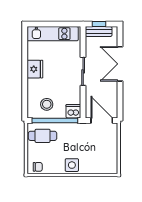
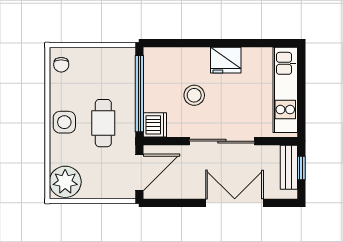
sliding door: (83, 71) -> (222, 141), width x1.37
stool: (47, 104) -> (194, 95), moved
cafe table: (43, 136) -> (103, 123), moved
plant: (107, 164) -> (65, 182), added

